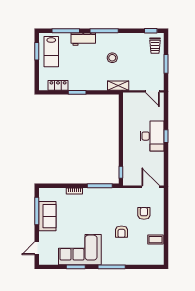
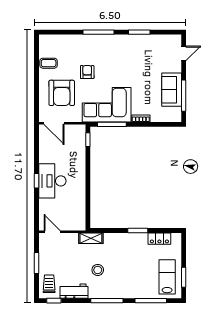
workbench: (83, 39) -> (74, 291), moved
armchair: (144, 213) -> (62, 93), width x1.88, depth x1.88
corner sofa: (80, 250) -> (107, 105), moved, turned 180

